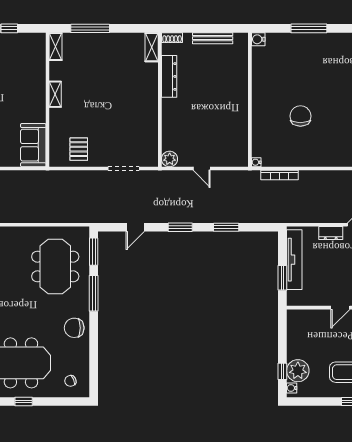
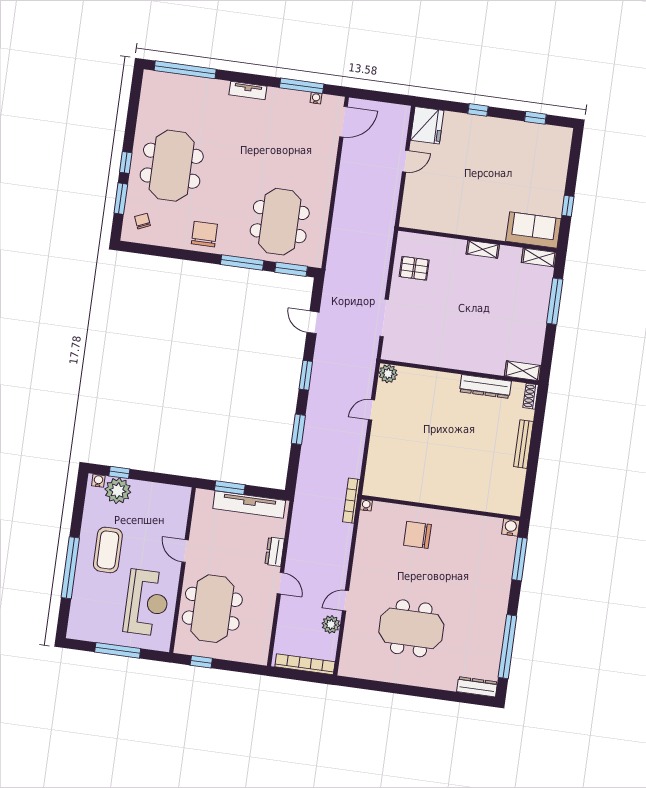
water cooler: (258, 39) -> (511, 527), moved
wall: (250, 100) -> (441, 508), moved
chair: (300, 116) -> (417, 535), turned 180
sofa: (33, 145) -> (533, 230), moved
water cooler: (256, 162) -> (366, 505), moved
meeting table: (55, 267) -> (280, 222), turned 90
window: (54, 401) -> (121, 199), added

